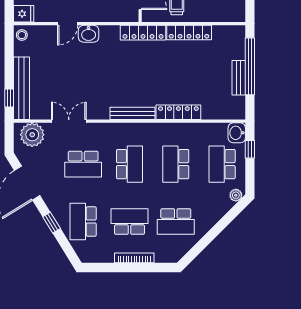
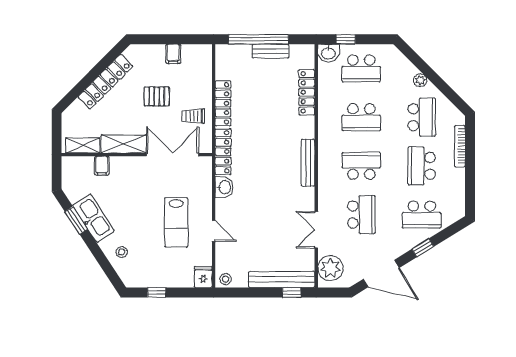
washbasin: (89, 34) -> (224, 187), moved
locker: (178, 112) -> (307, 92), moved
plant: (236, 195) -> (420, 80), moved
bookcase: (134, 258) -> (460, 146), moved

